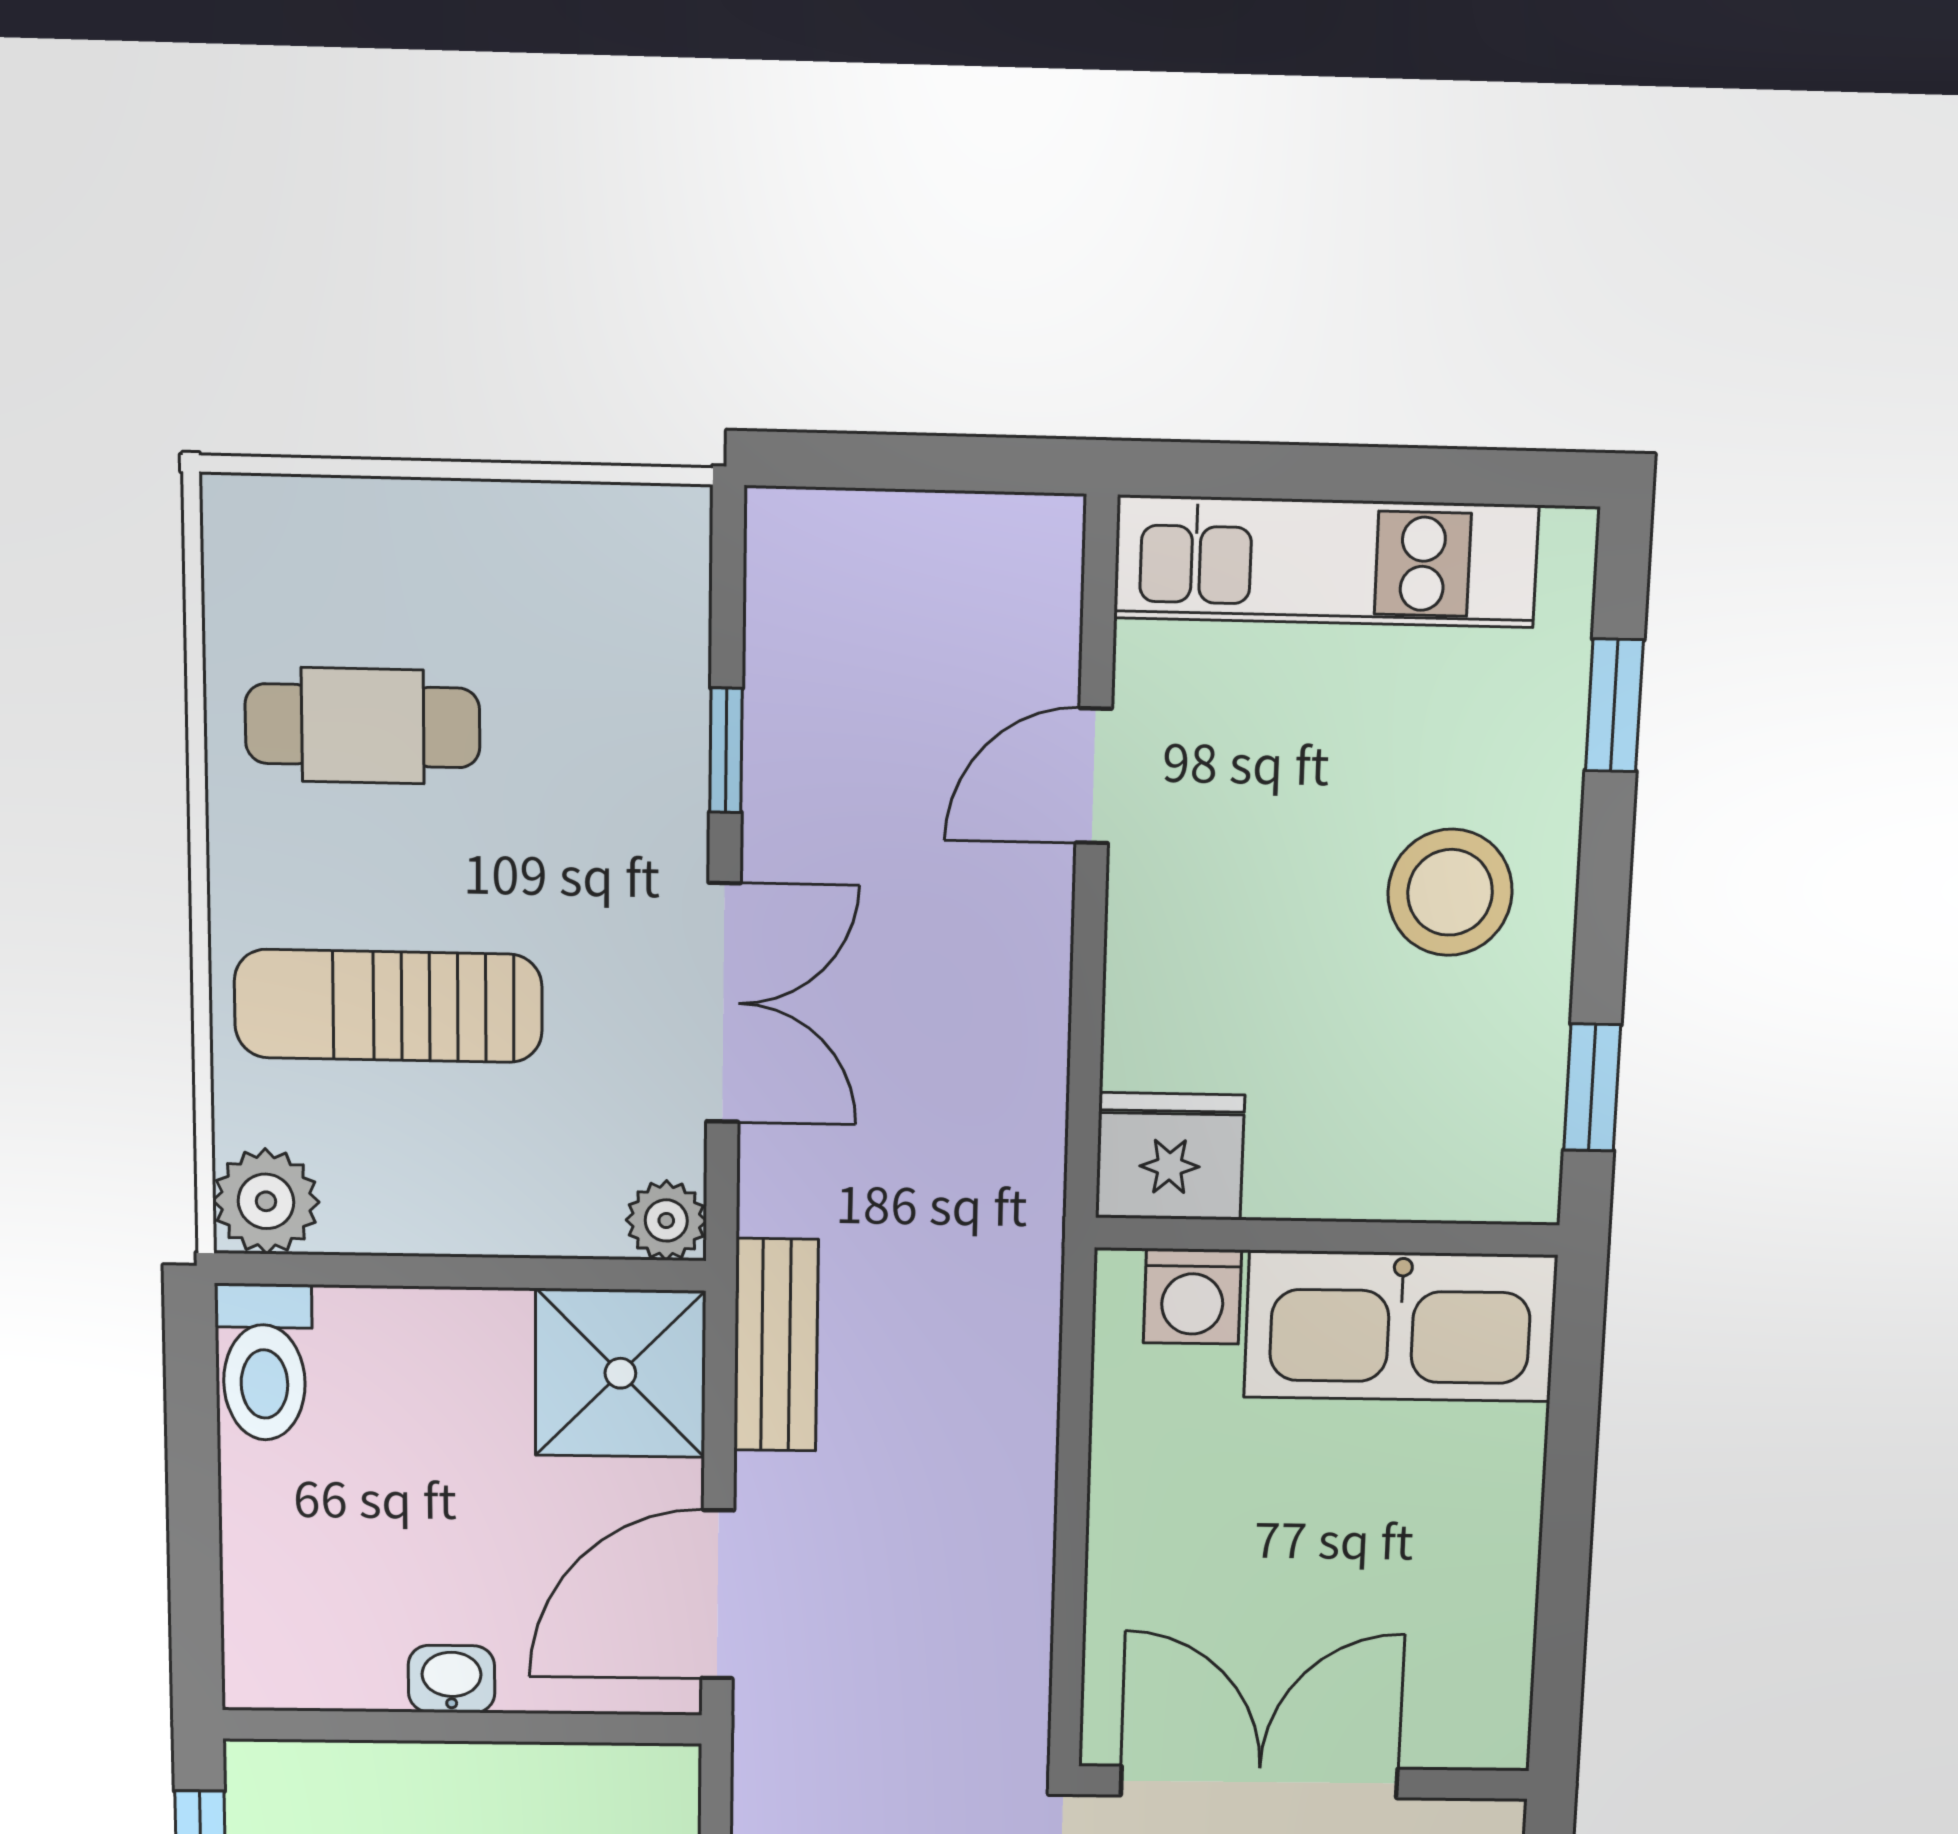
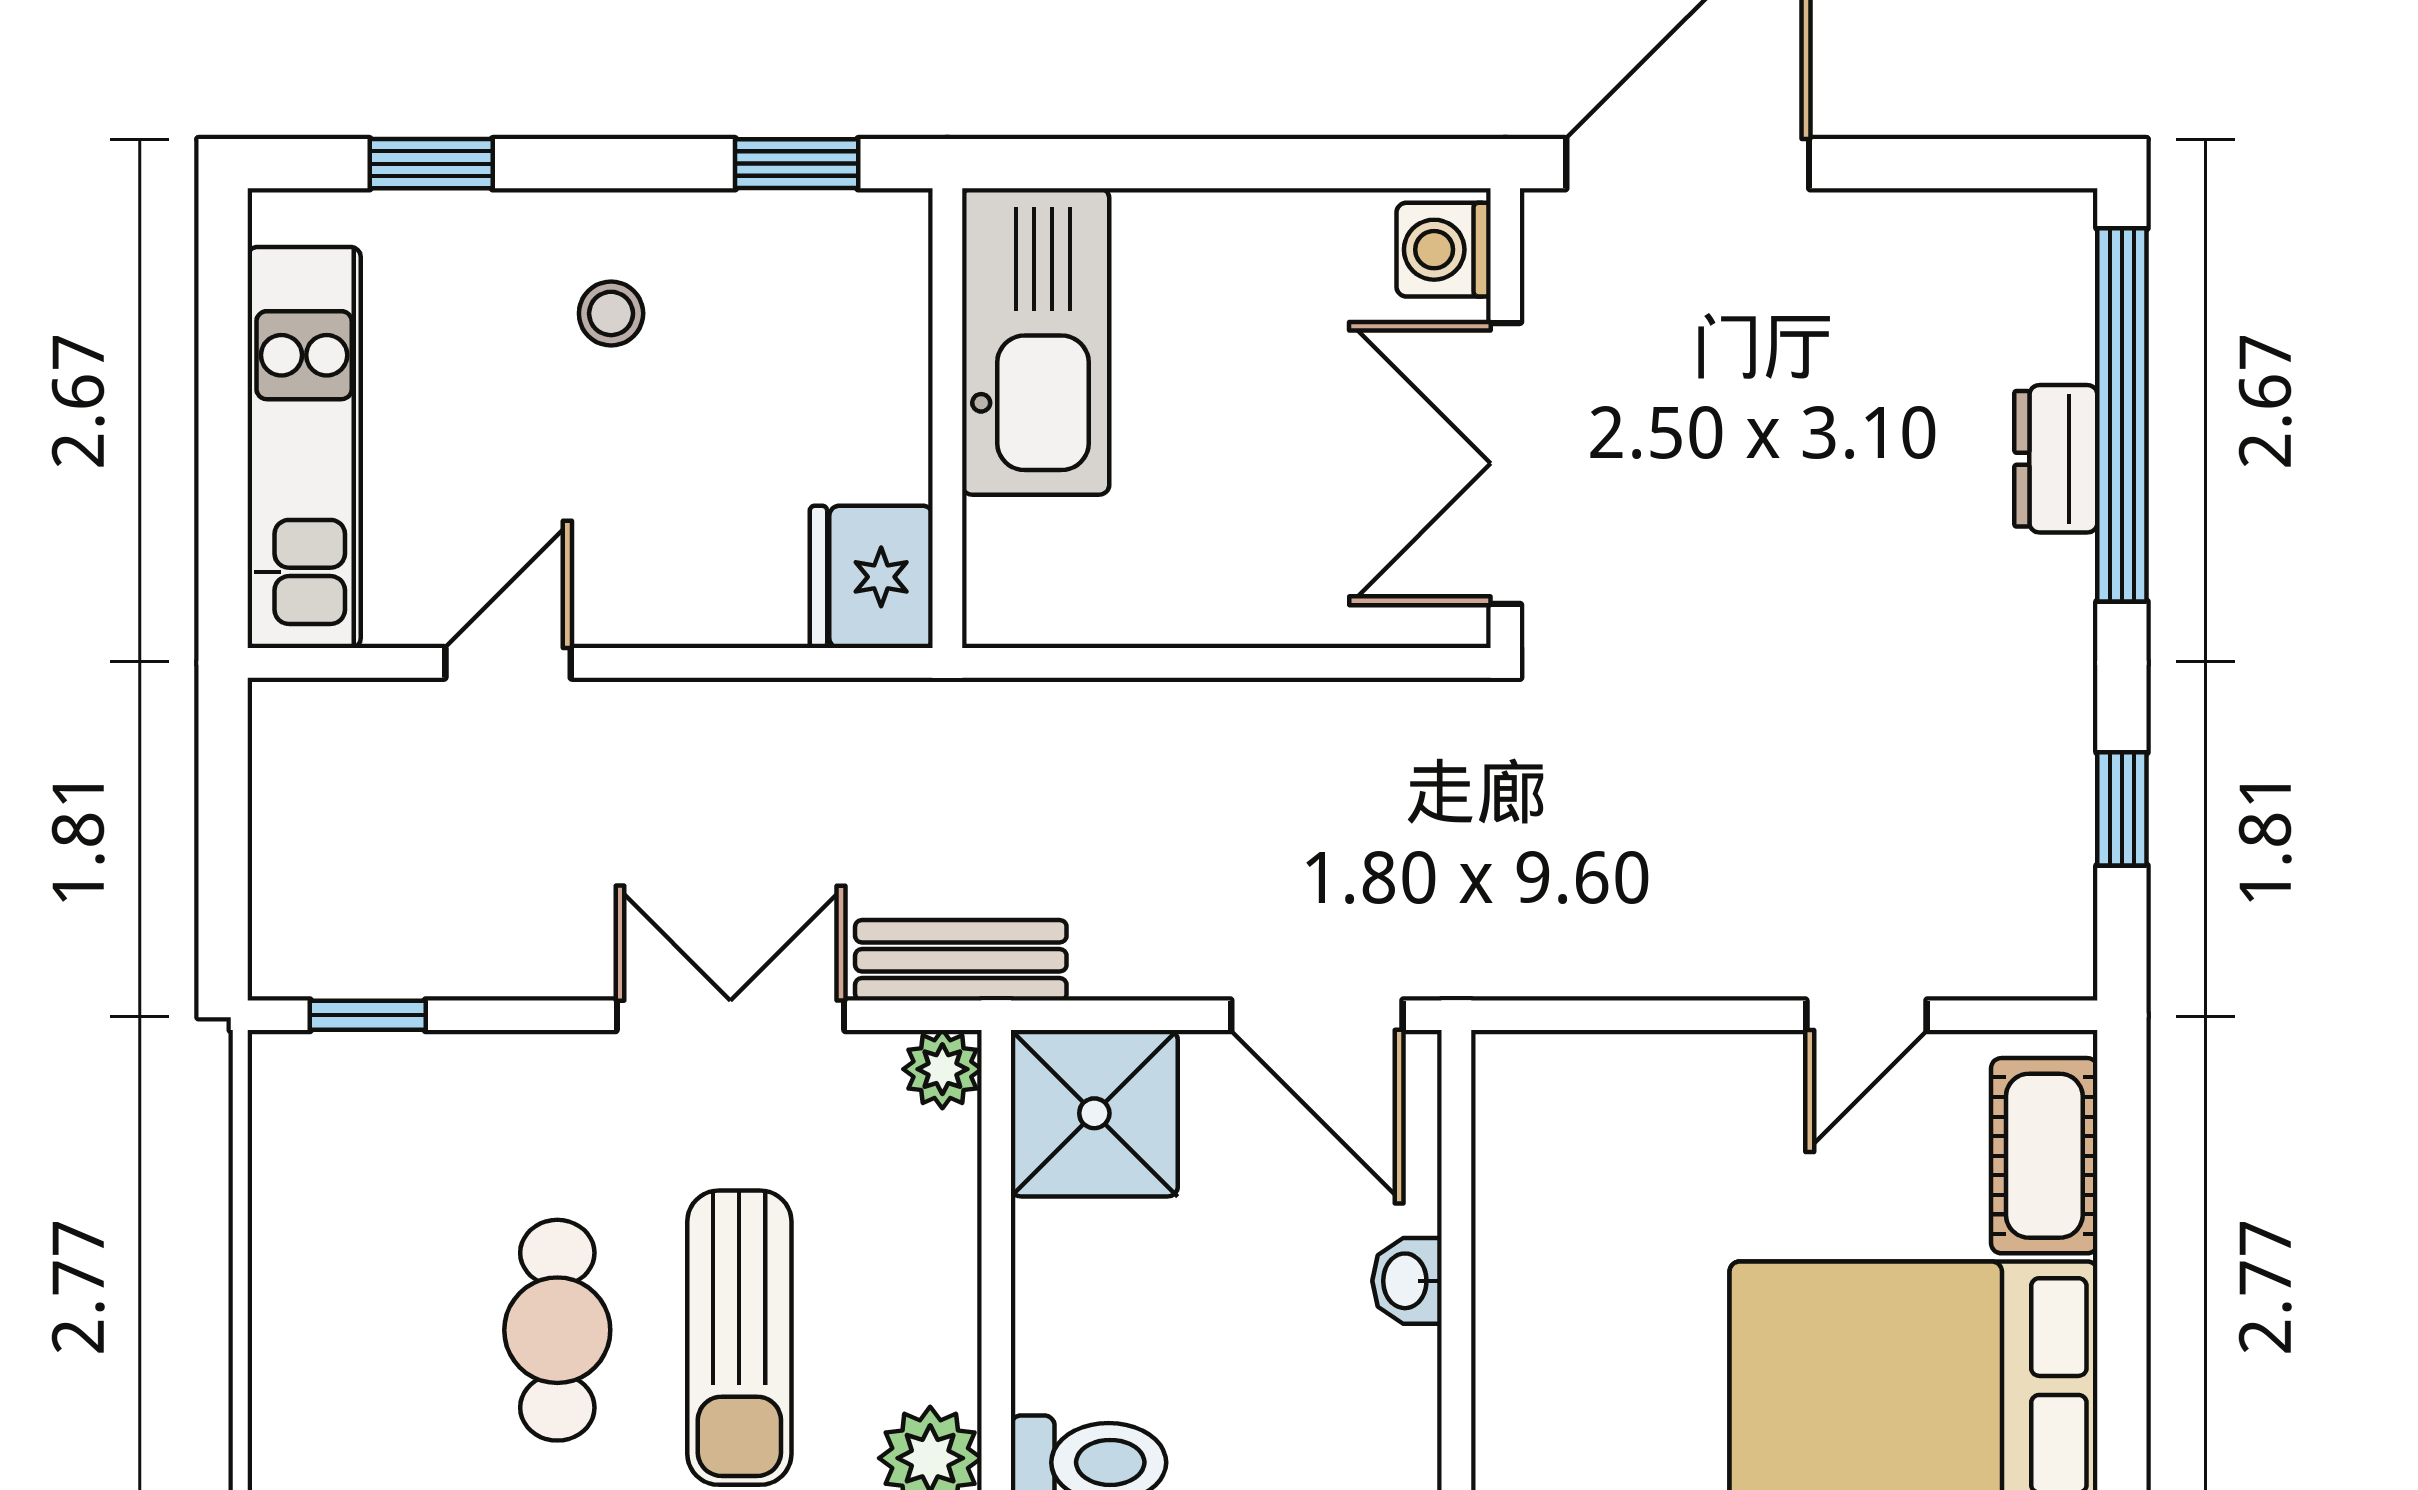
cafe table: (363, 726) -> (557, 1330), moved
window: (726, 750) -> (368, 1015), moved
door: (1094, 776) -> (508, 663), swing flipped
stool: (1450, 892) -> (611, 313), width x0.53, depth x0.53
washing machine: (1192, 1296) -> (1444, 250), moved, turned 180
bench: (776, 1345) -> (961, 960), moved

